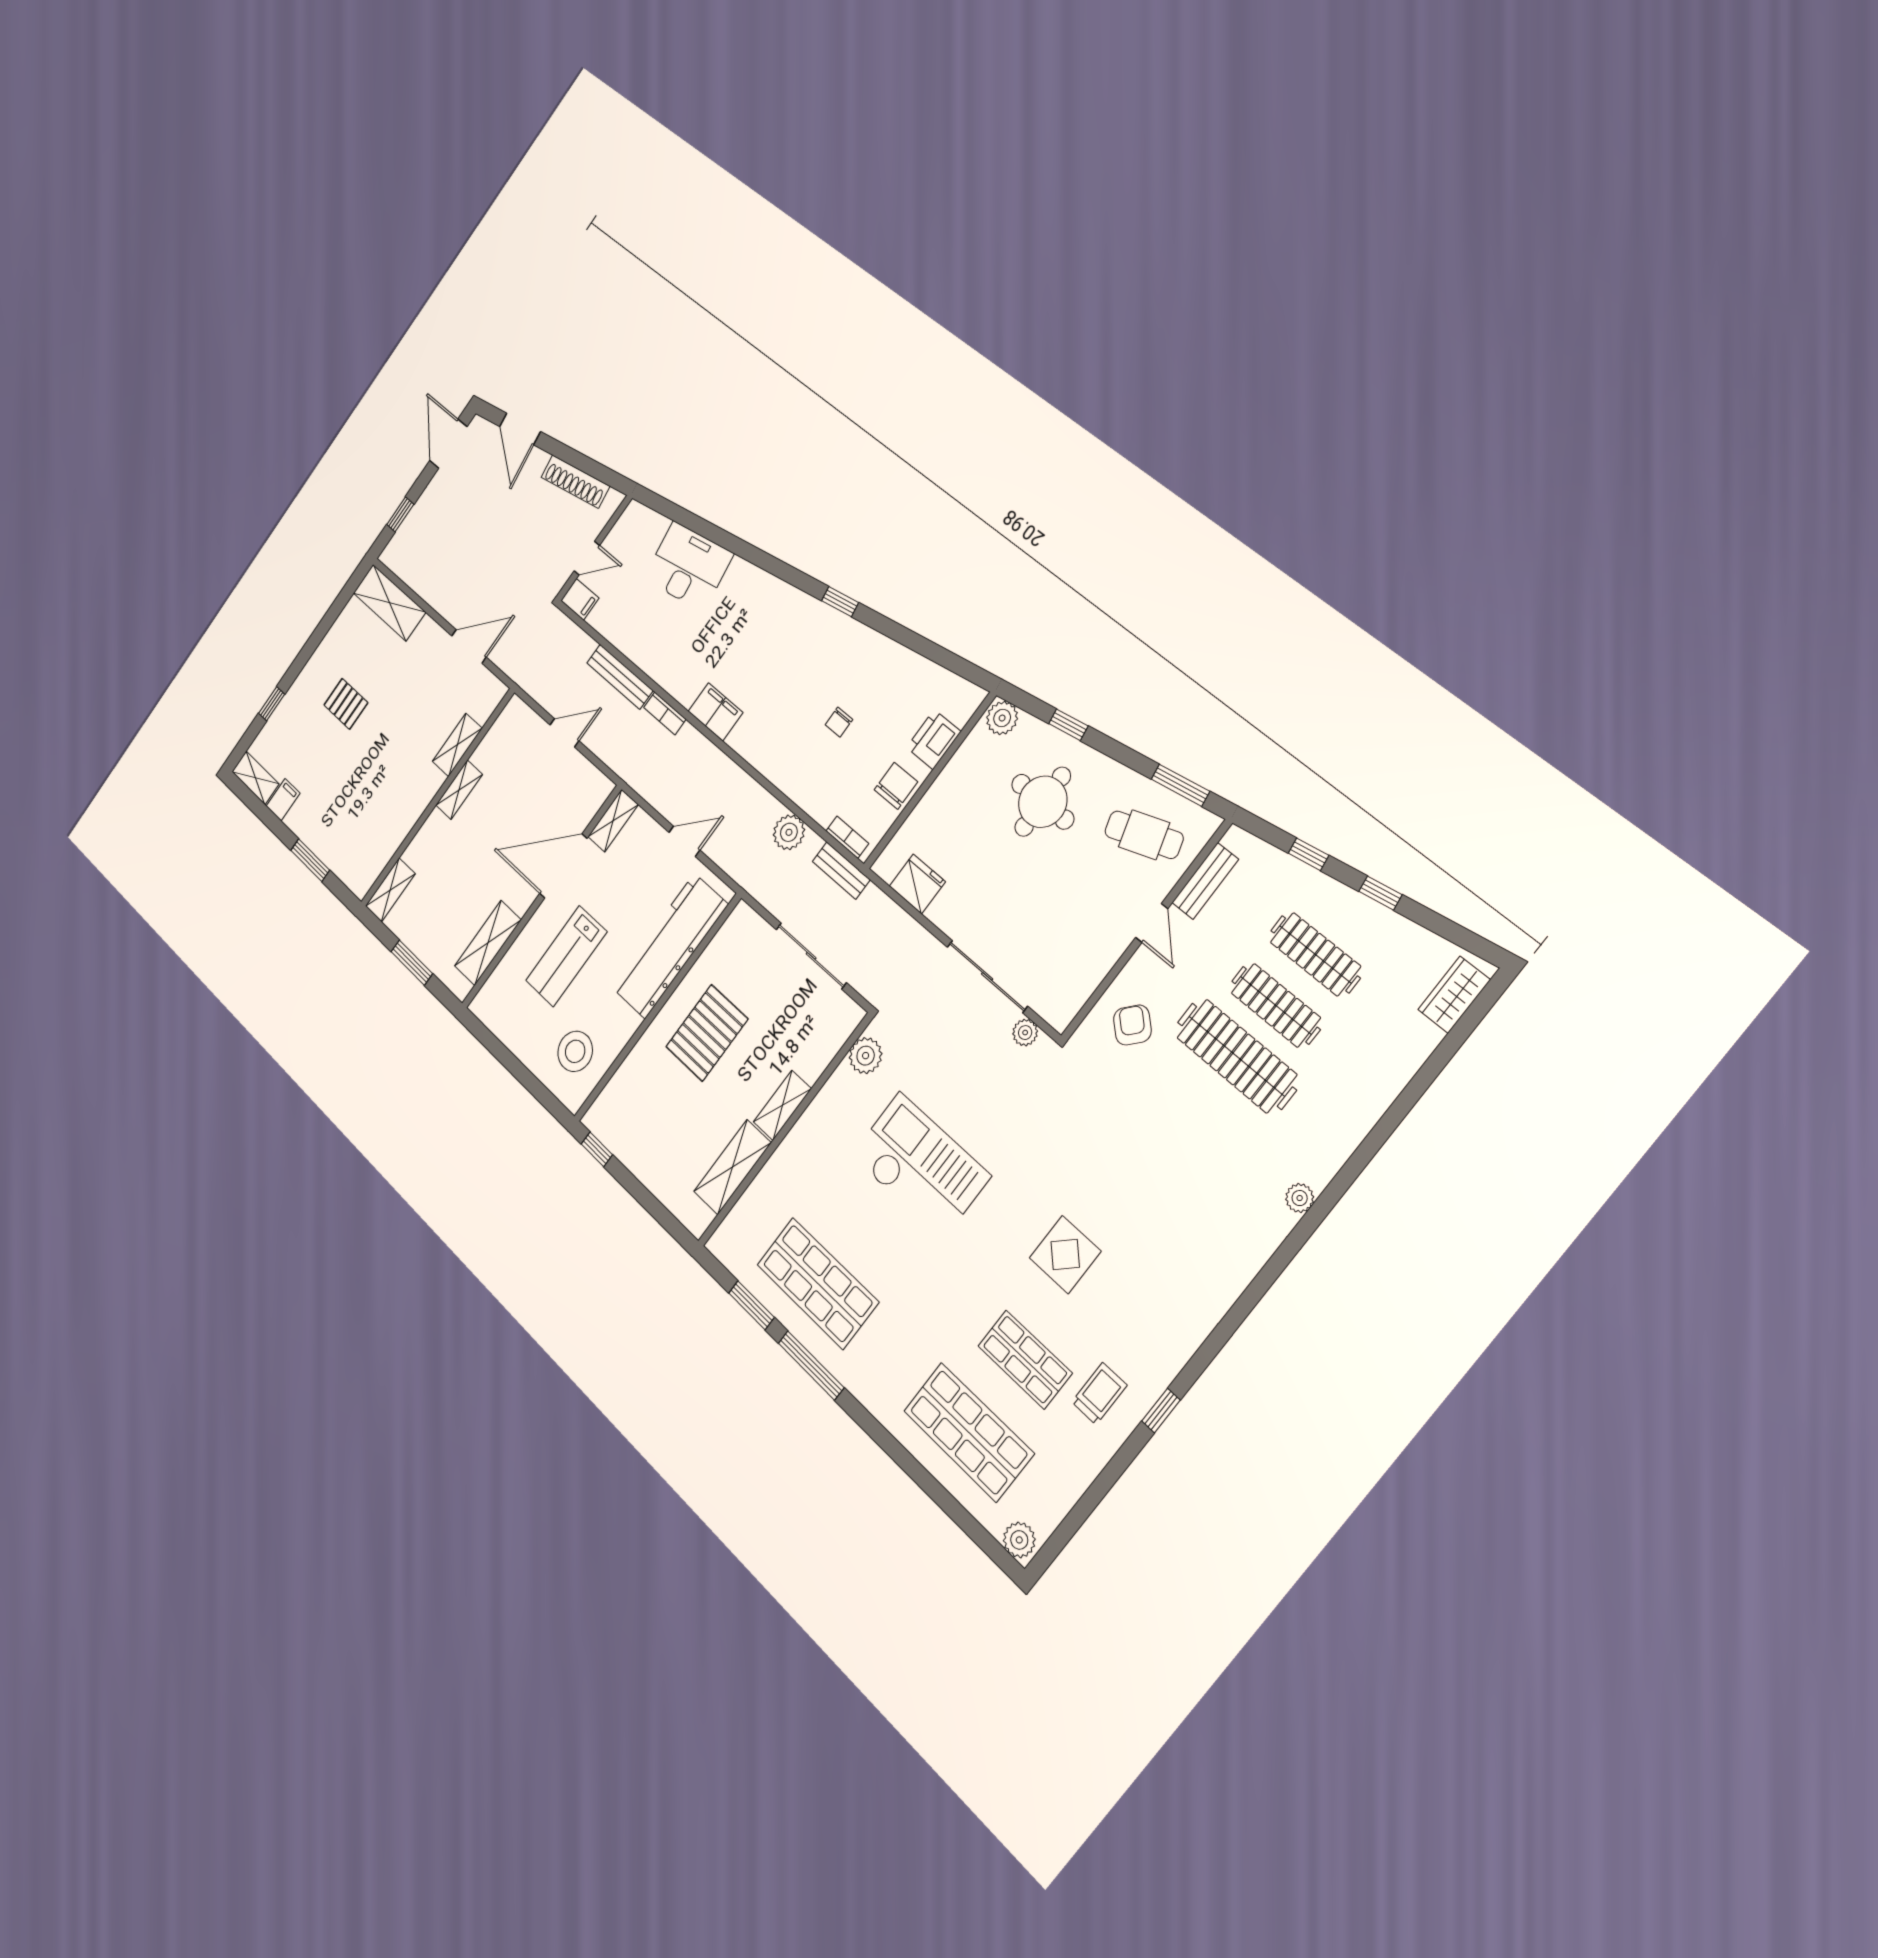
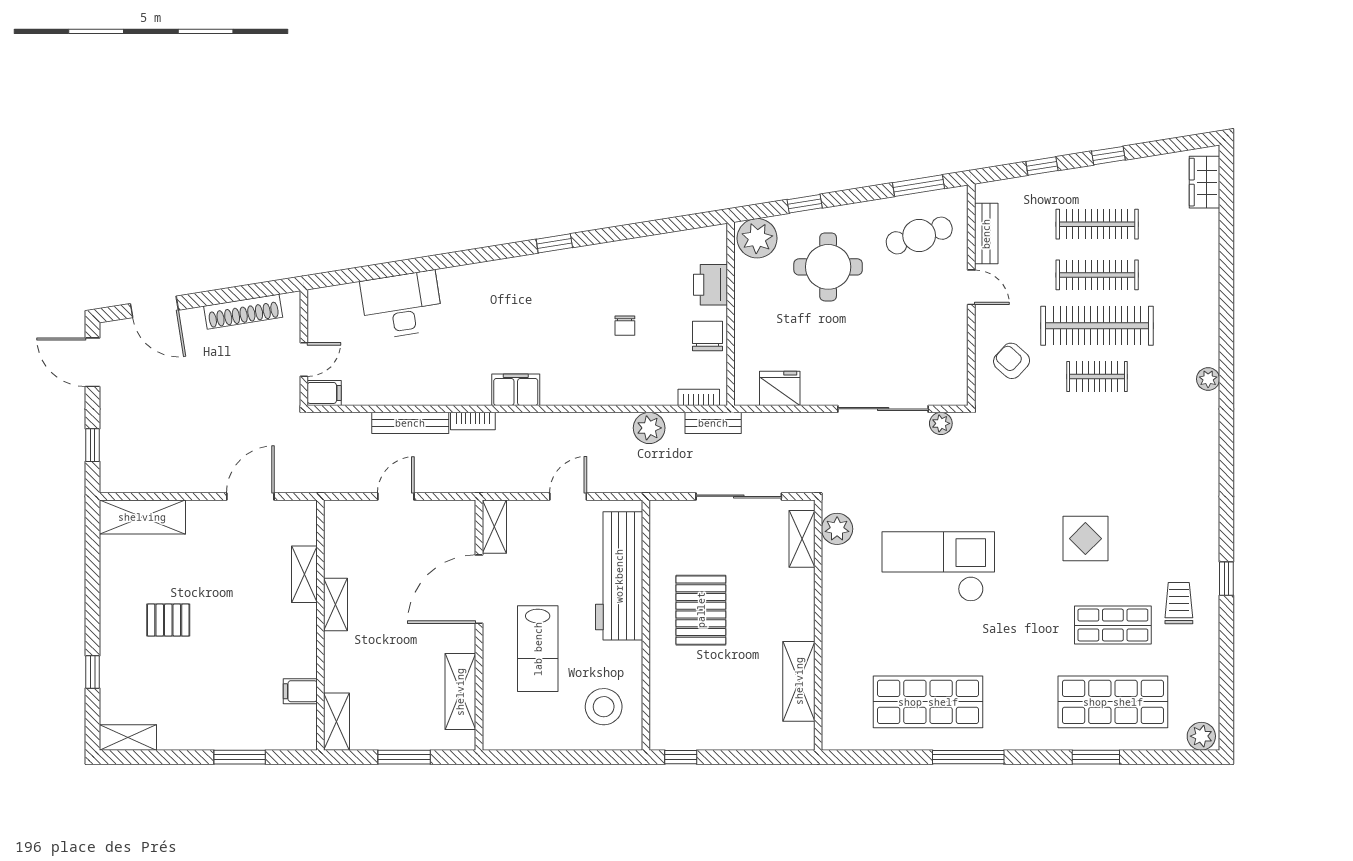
plant: (1002, 718) -> (757, 238), width x1.36, depth x1.36
filing cabinet: (283, 800) -> (300, 691), moved, turned -90
shelving: (782, 1105) -> (802, 539), moved
clothes rail: (1198, 1106) -> (1097, 377), added
window: (751, 1305) -> (1096, 757), moved

